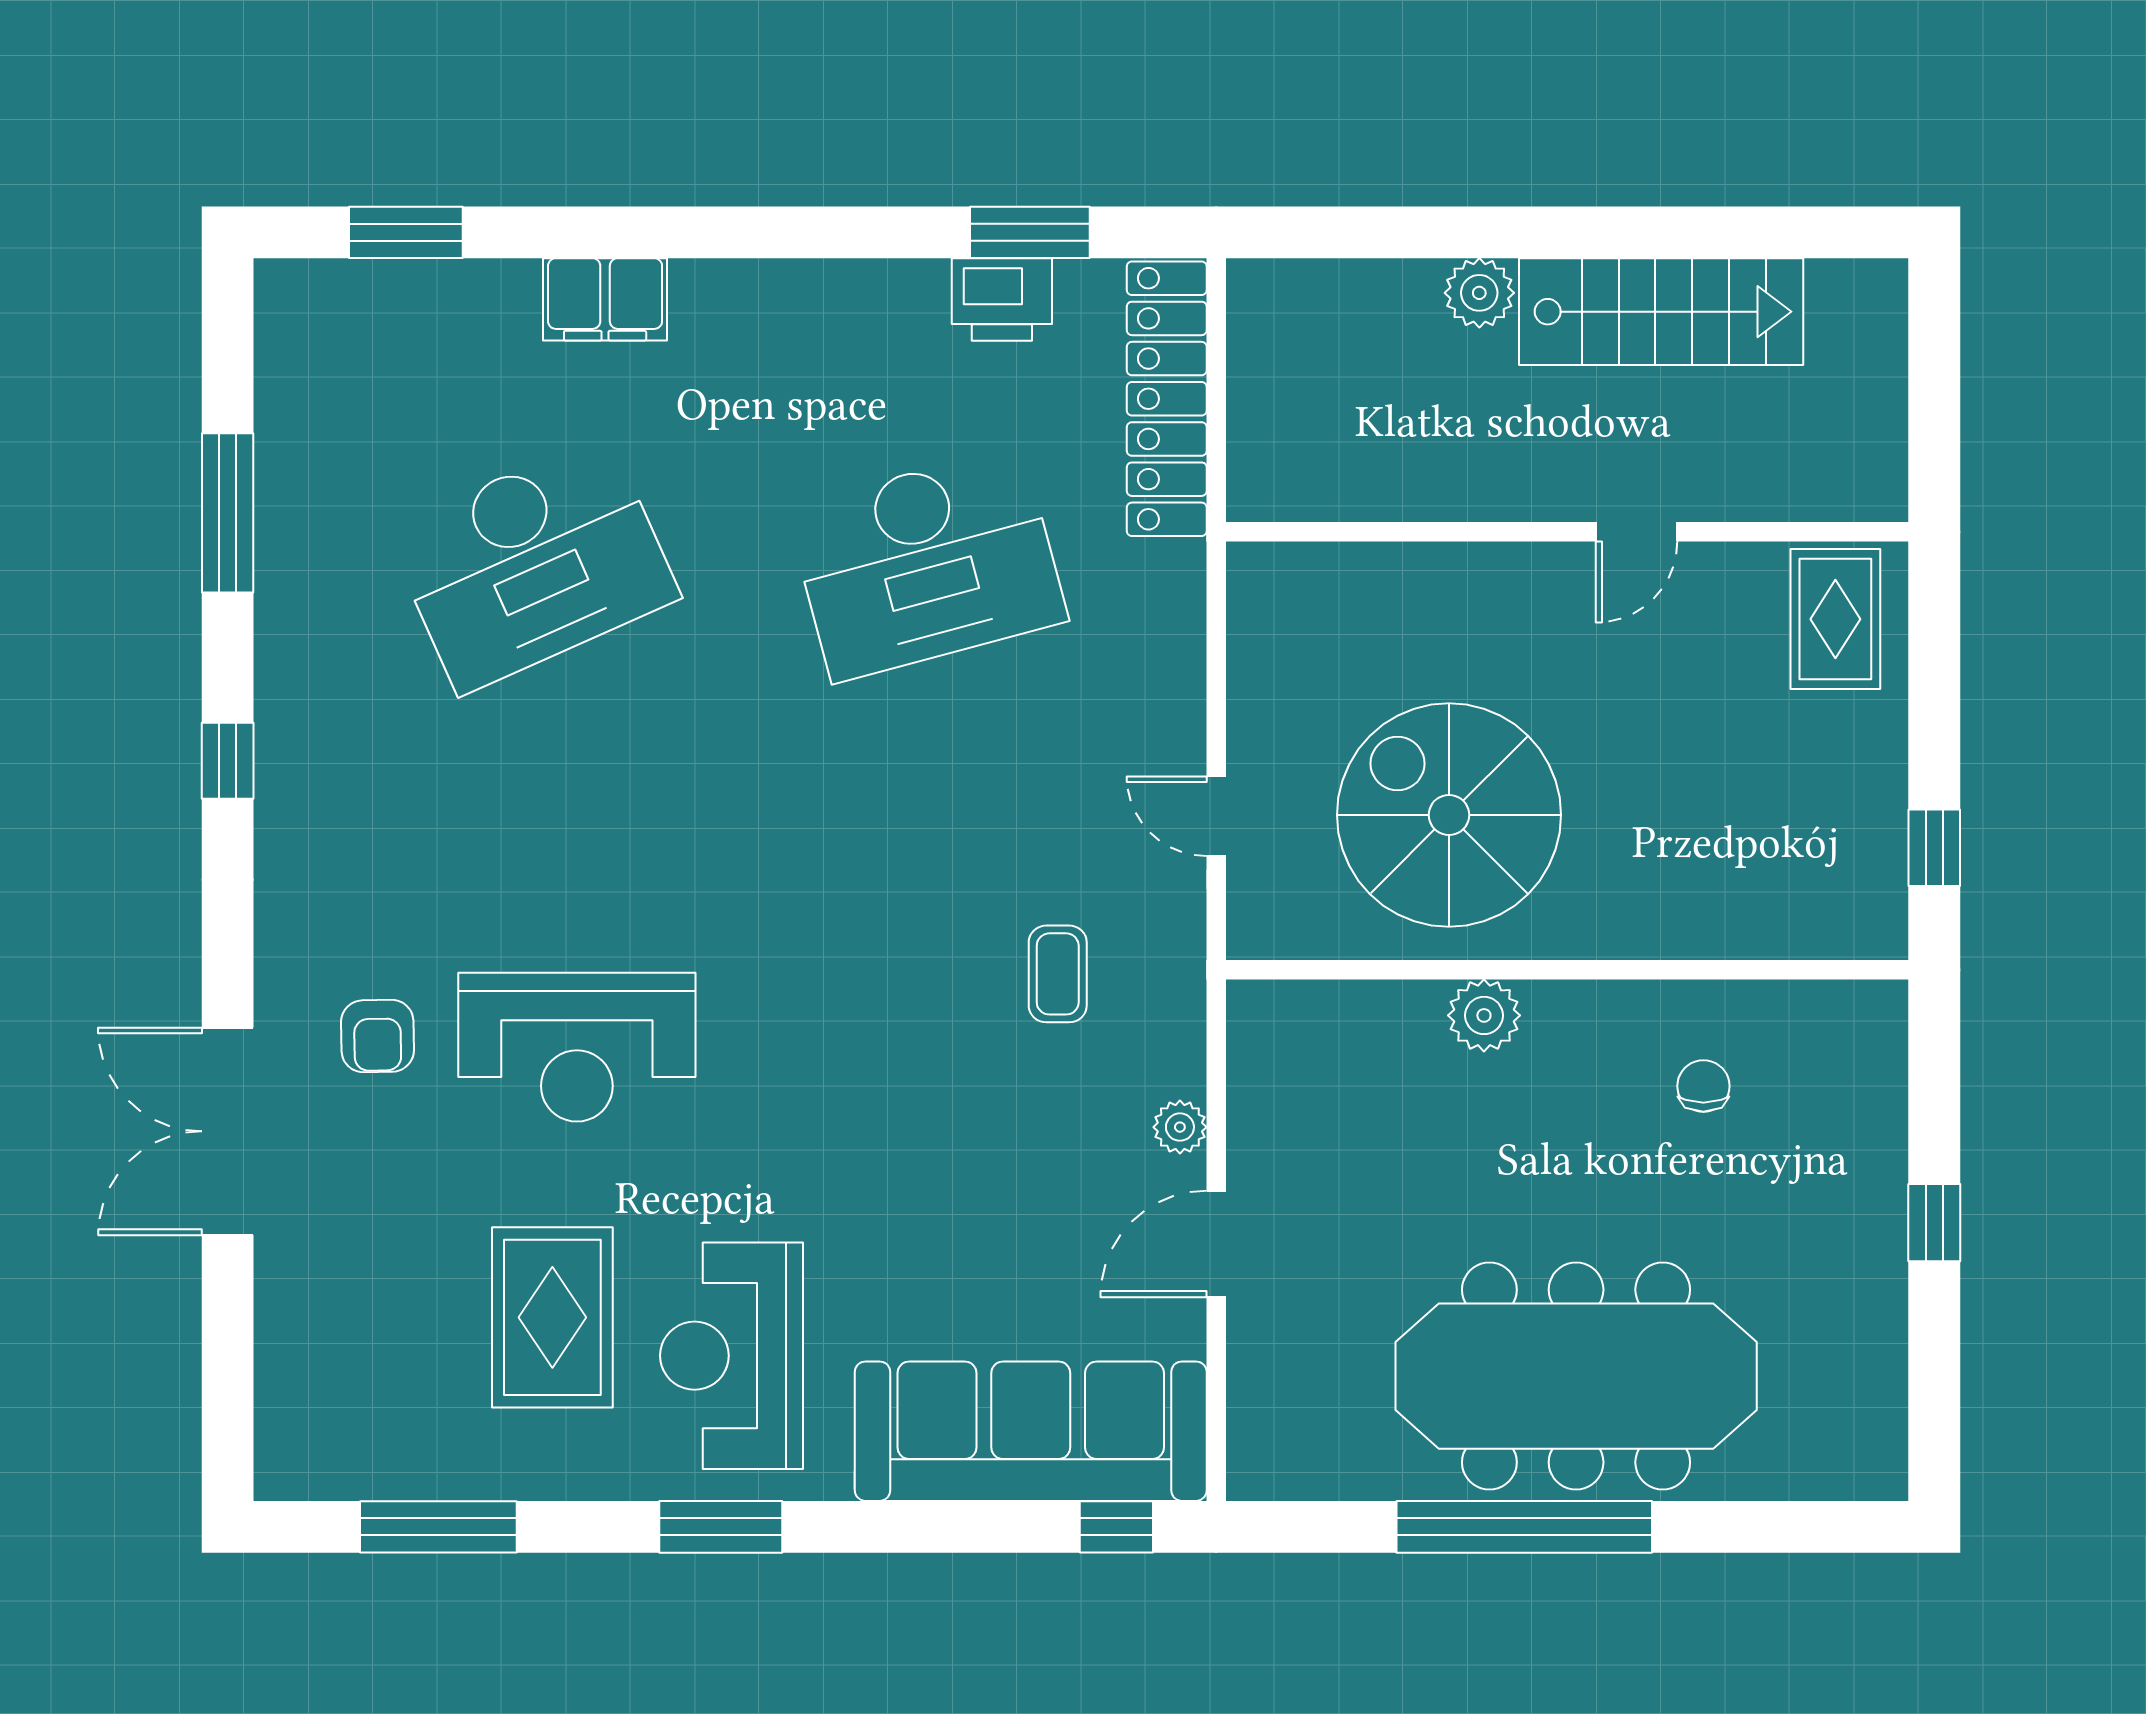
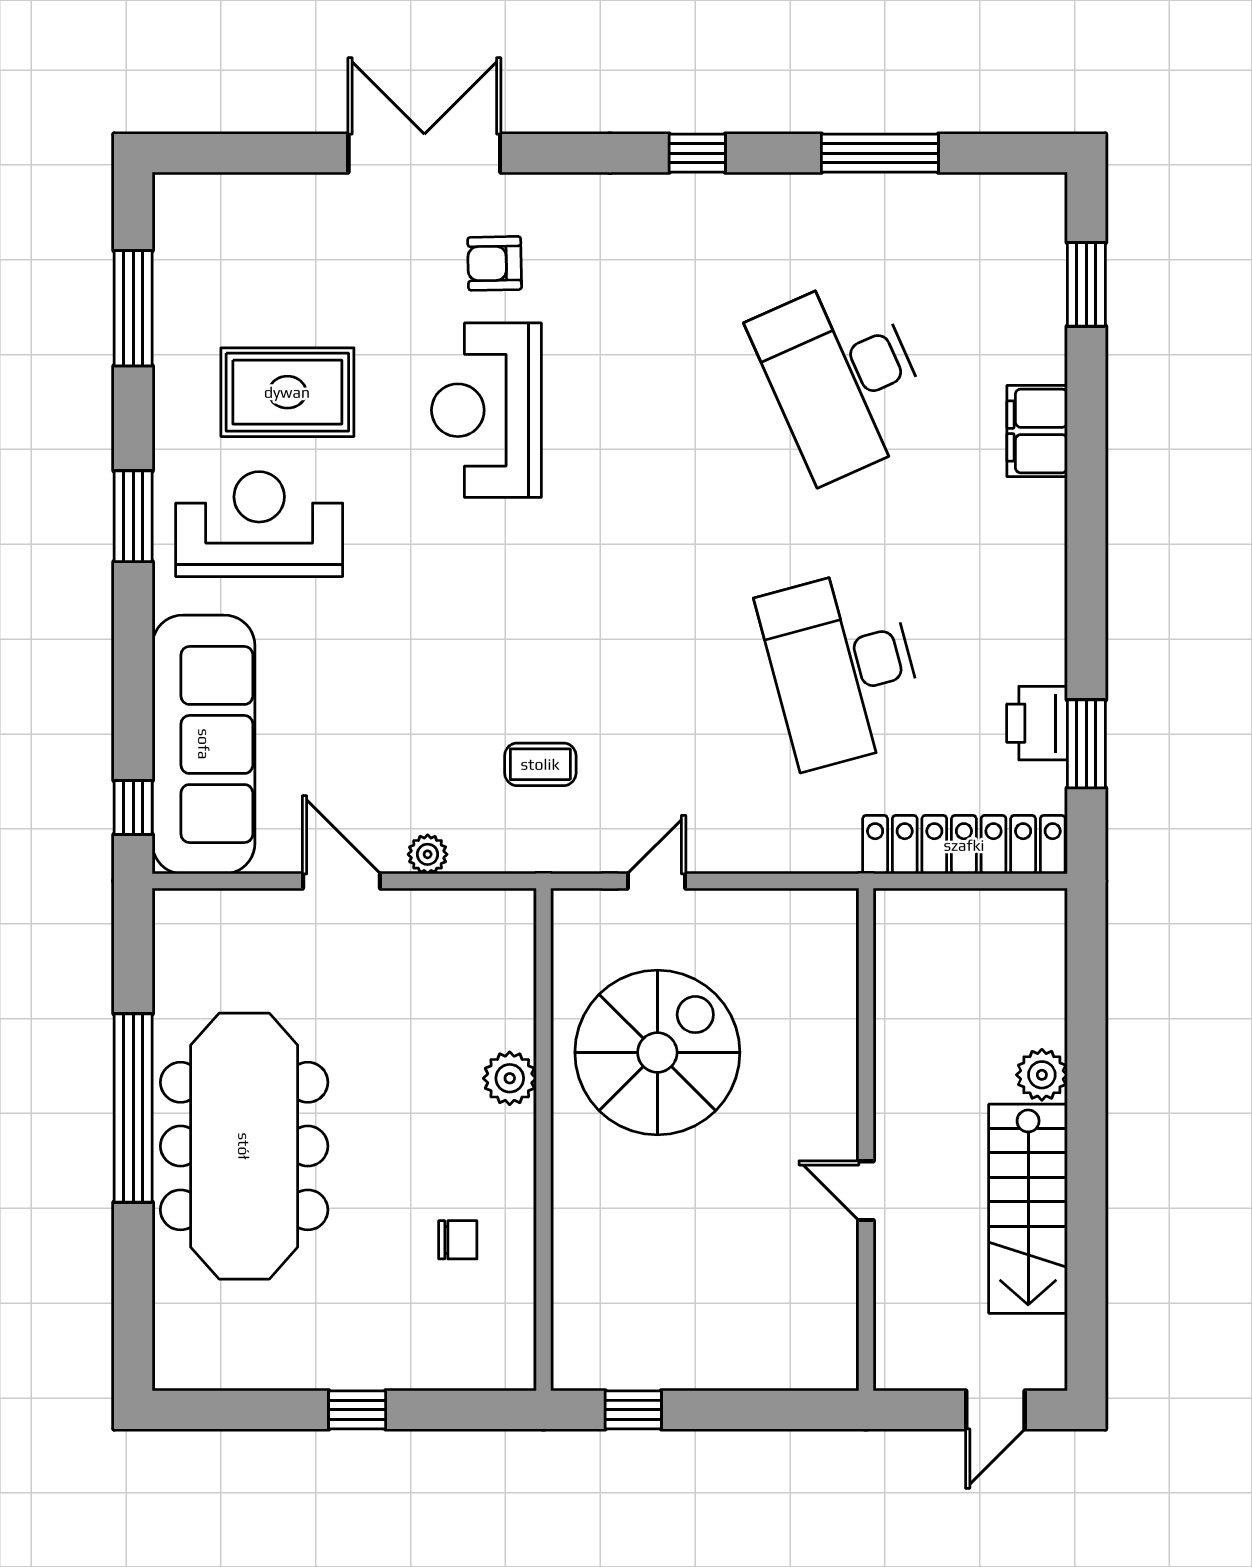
door: (1934, 356) -> (995, 1410), added
rug: (1835, 619) -> (802, 1337), removed

